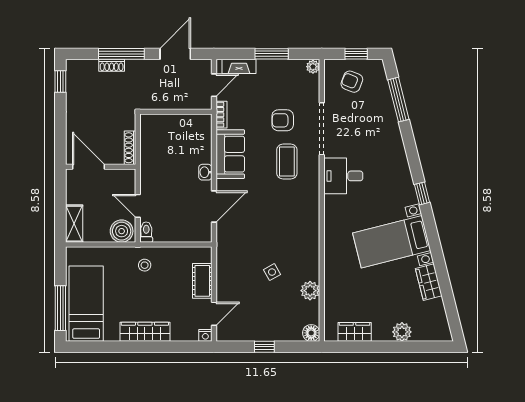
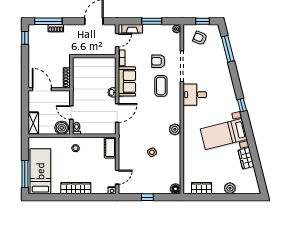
window: (121, 54) -> (48, 21), moved
cot: (202, 281) -> (110, 148), moved
plant: (310, 291) -> (175, 129), moved

